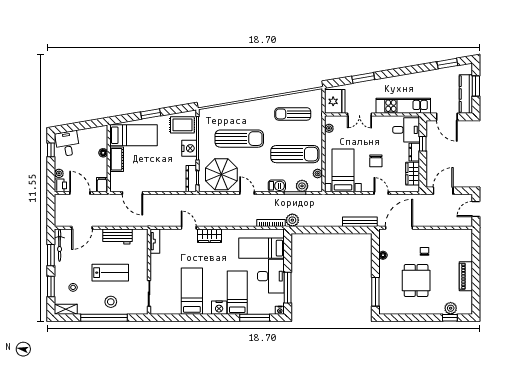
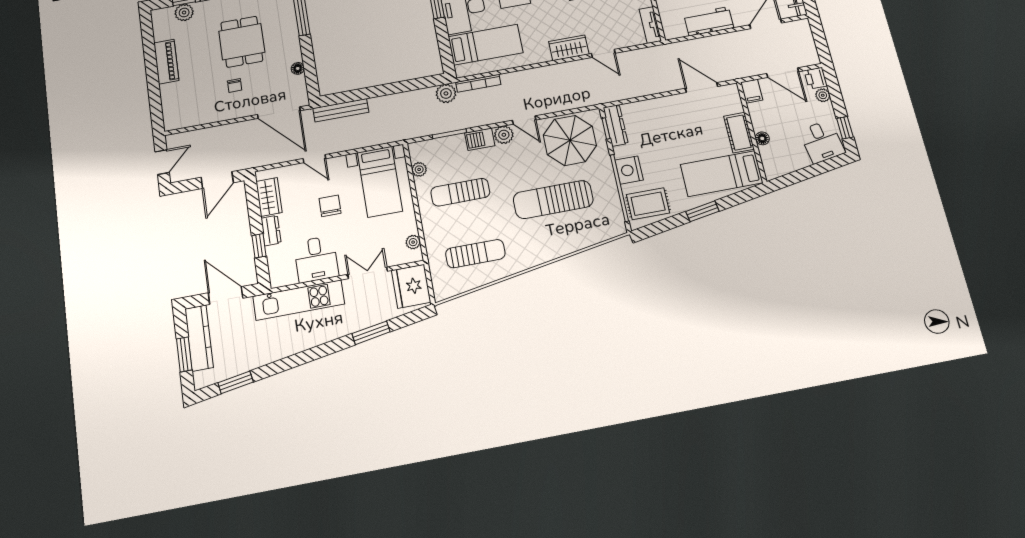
desk: (406, 130) -> (316, 259), moved, turned -90
sun lounger: (295, 154) -> (460, 192), width x0.73, depth x0.75
plant: (302, 186) -> (504, 135), moved
door: (399, 228) -> (279, 113), hinge flipped

